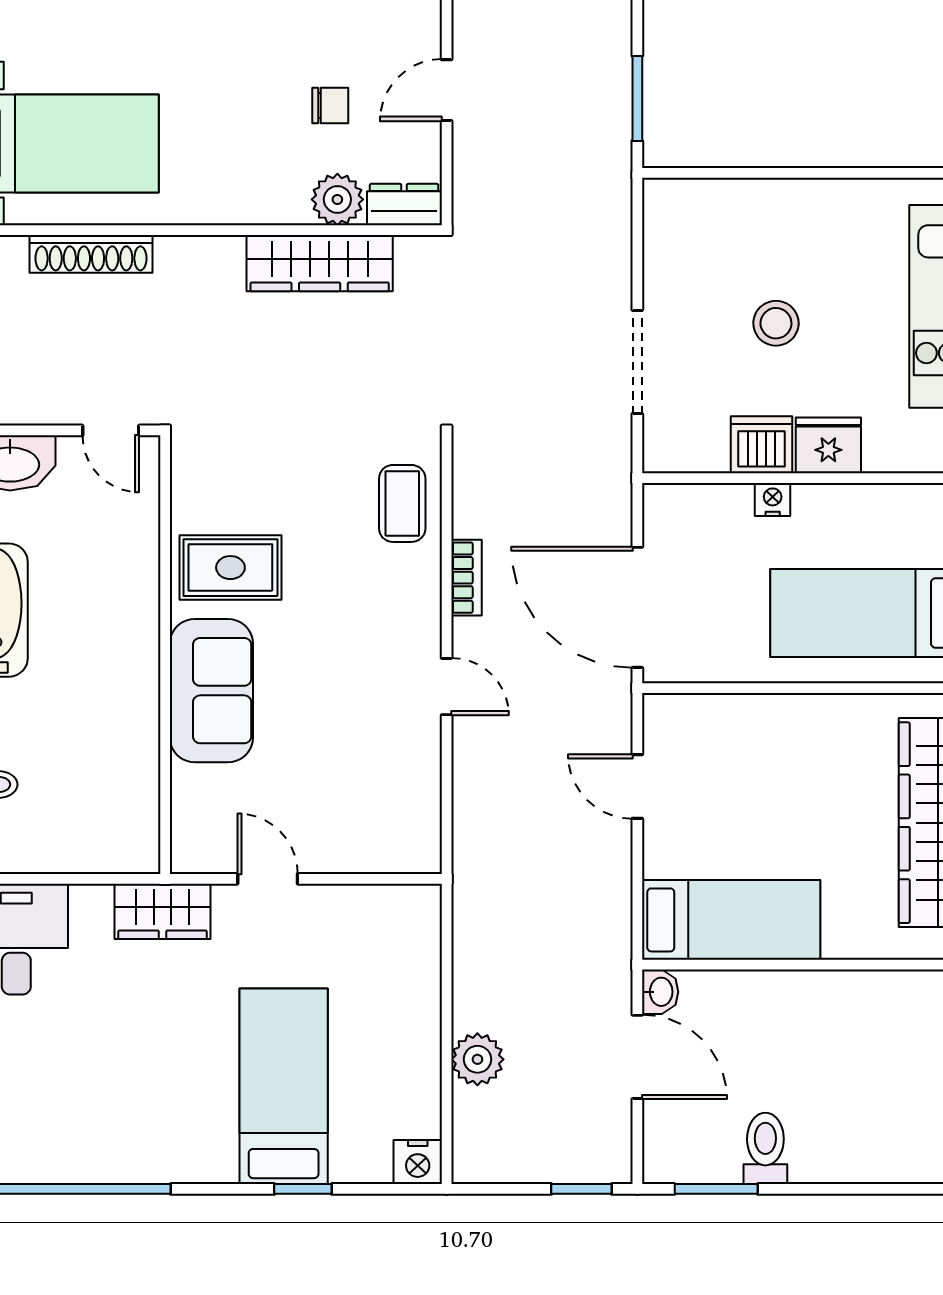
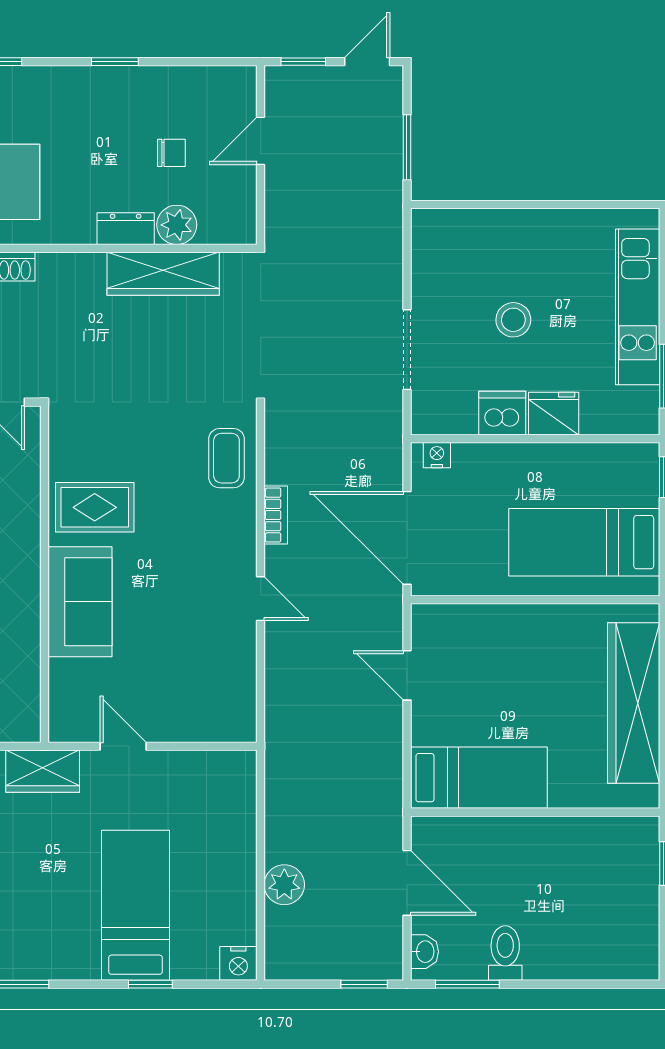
dresser: (404, 205) -> (126, 229), moved
nightstand: (773, 500) -> (437, 455), moved
washbasin: (660, 992) -> (424, 952), moved

